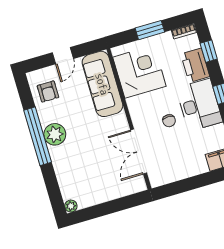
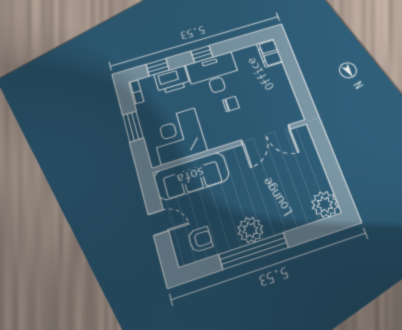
plant: (71, 206) -> (325, 204), width x1.88, depth x1.88

